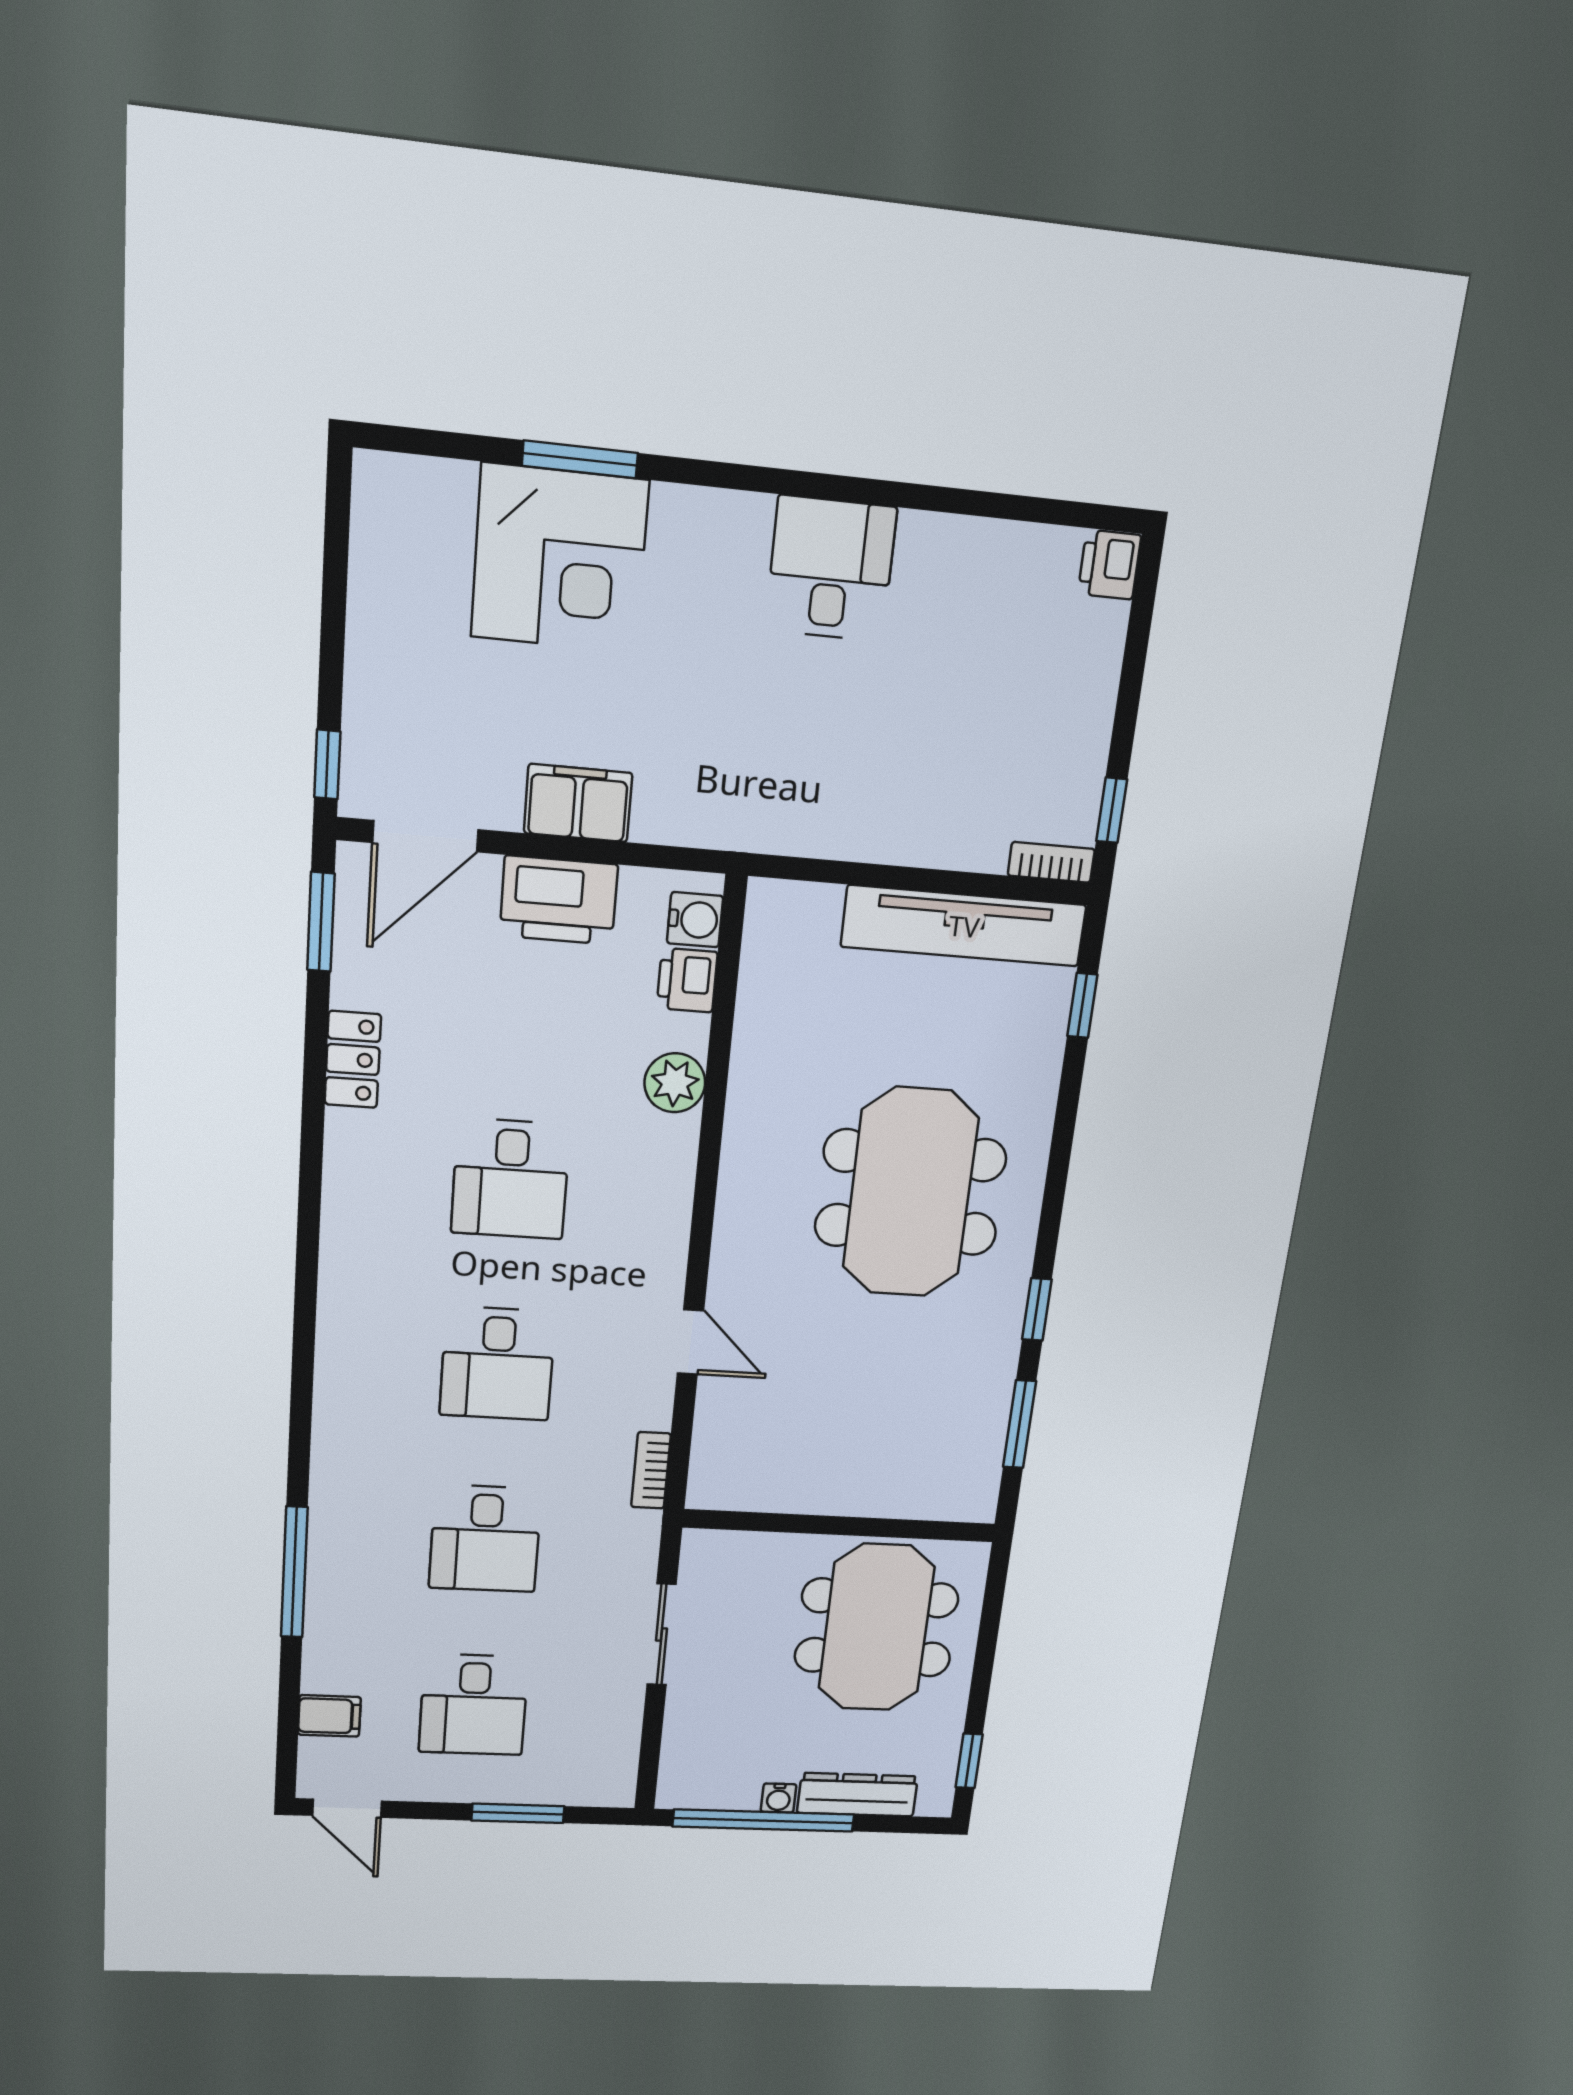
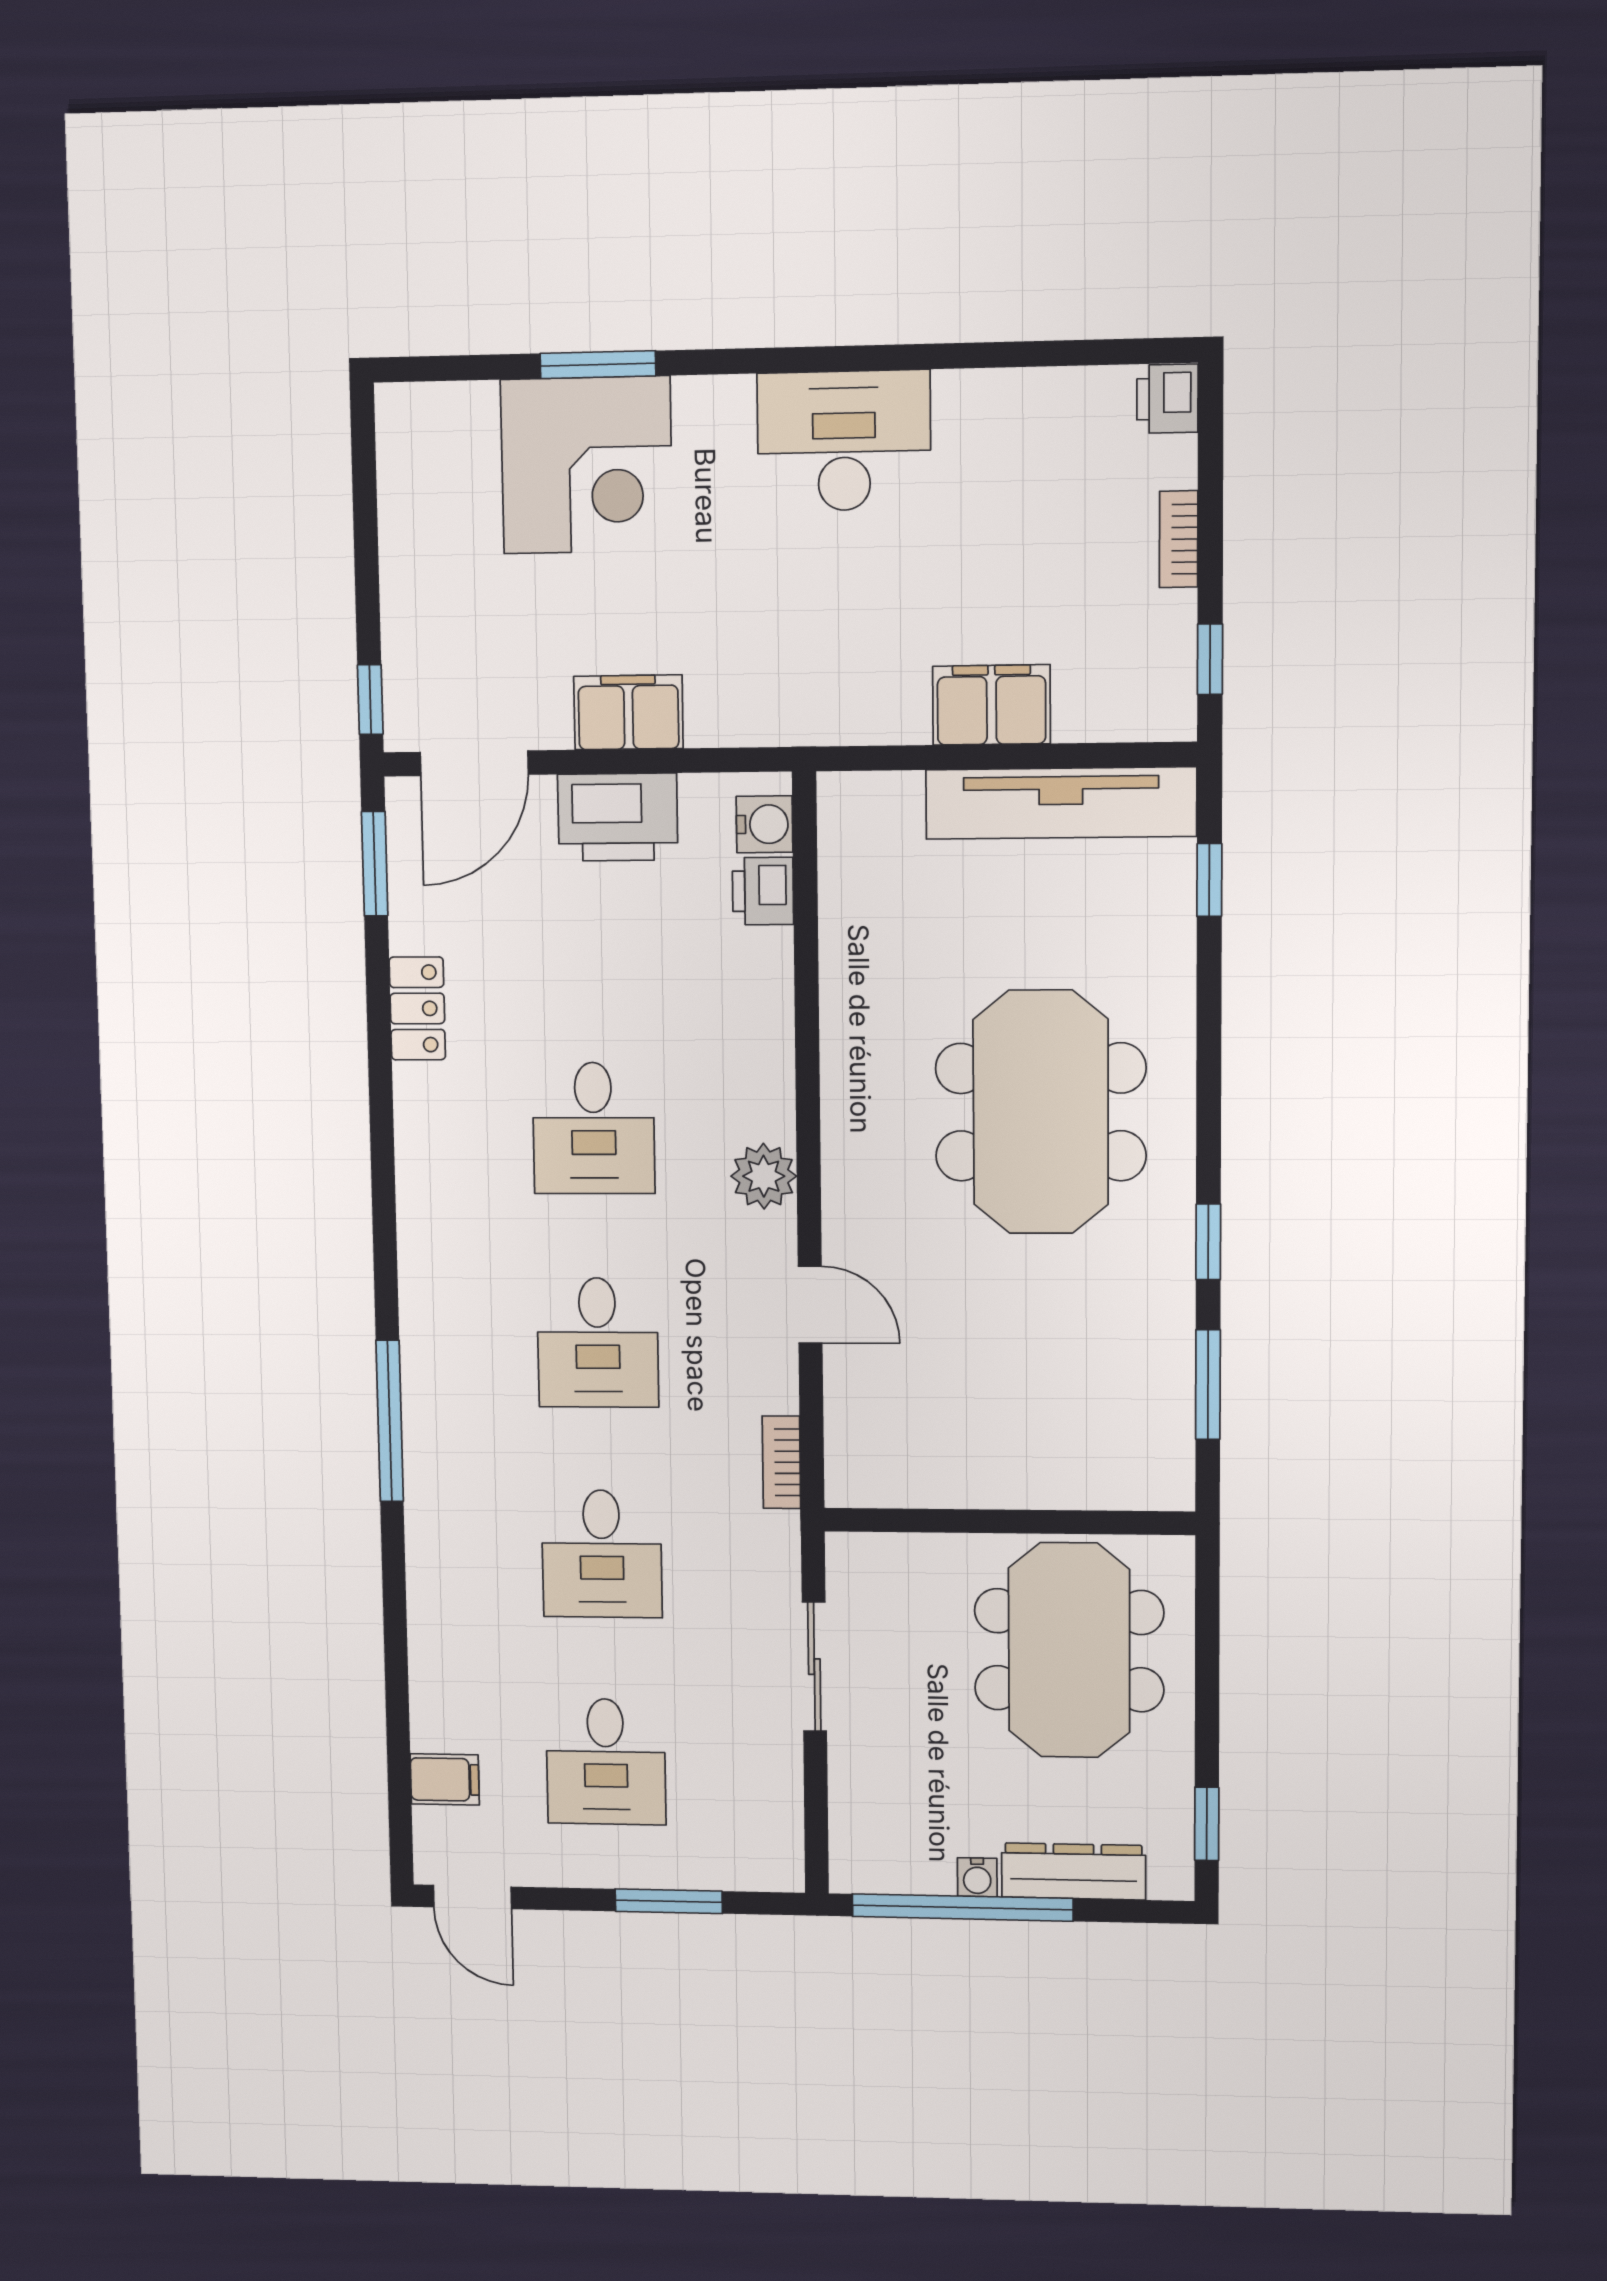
desk: (831, 569) -> (844, 441), width x1.37
filing cabinet: (914, 831) -> (992, 705), added
bookcase: (1051, 862) -> (1179, 539), moved, turned -90
plant: (675, 1083) -> (764, 1176), moved
window: (294, 1572) -> (390, 1421), moved

